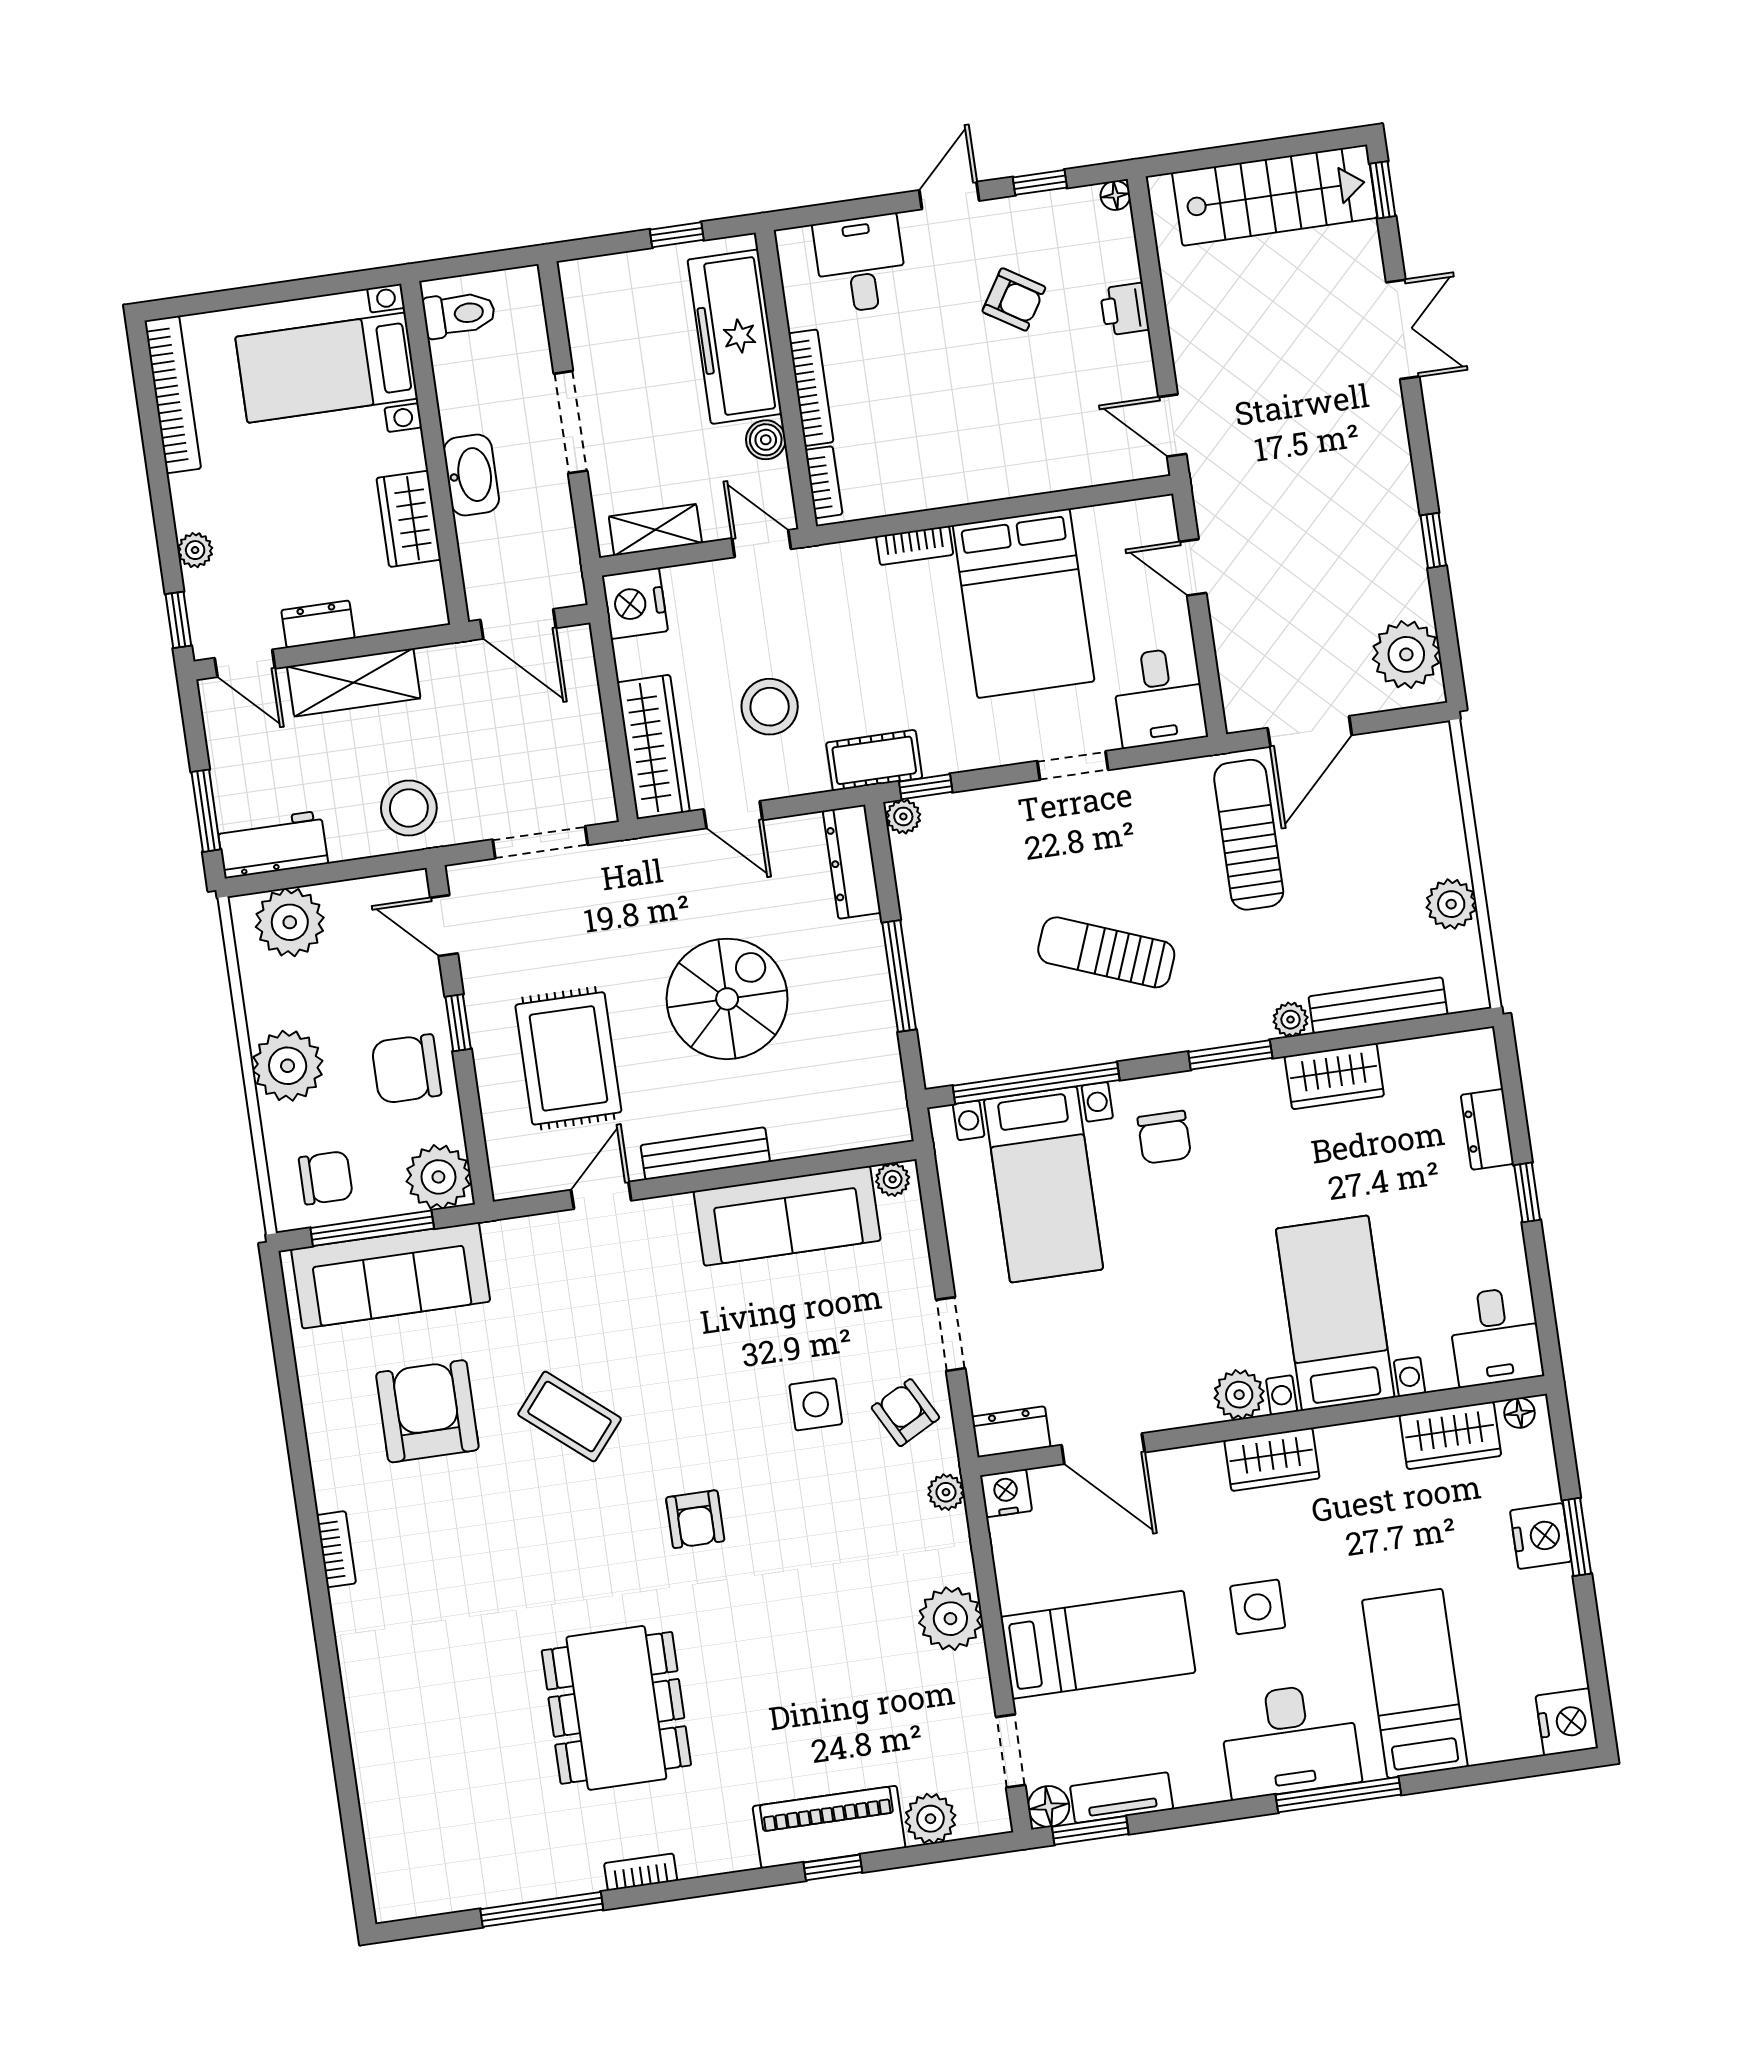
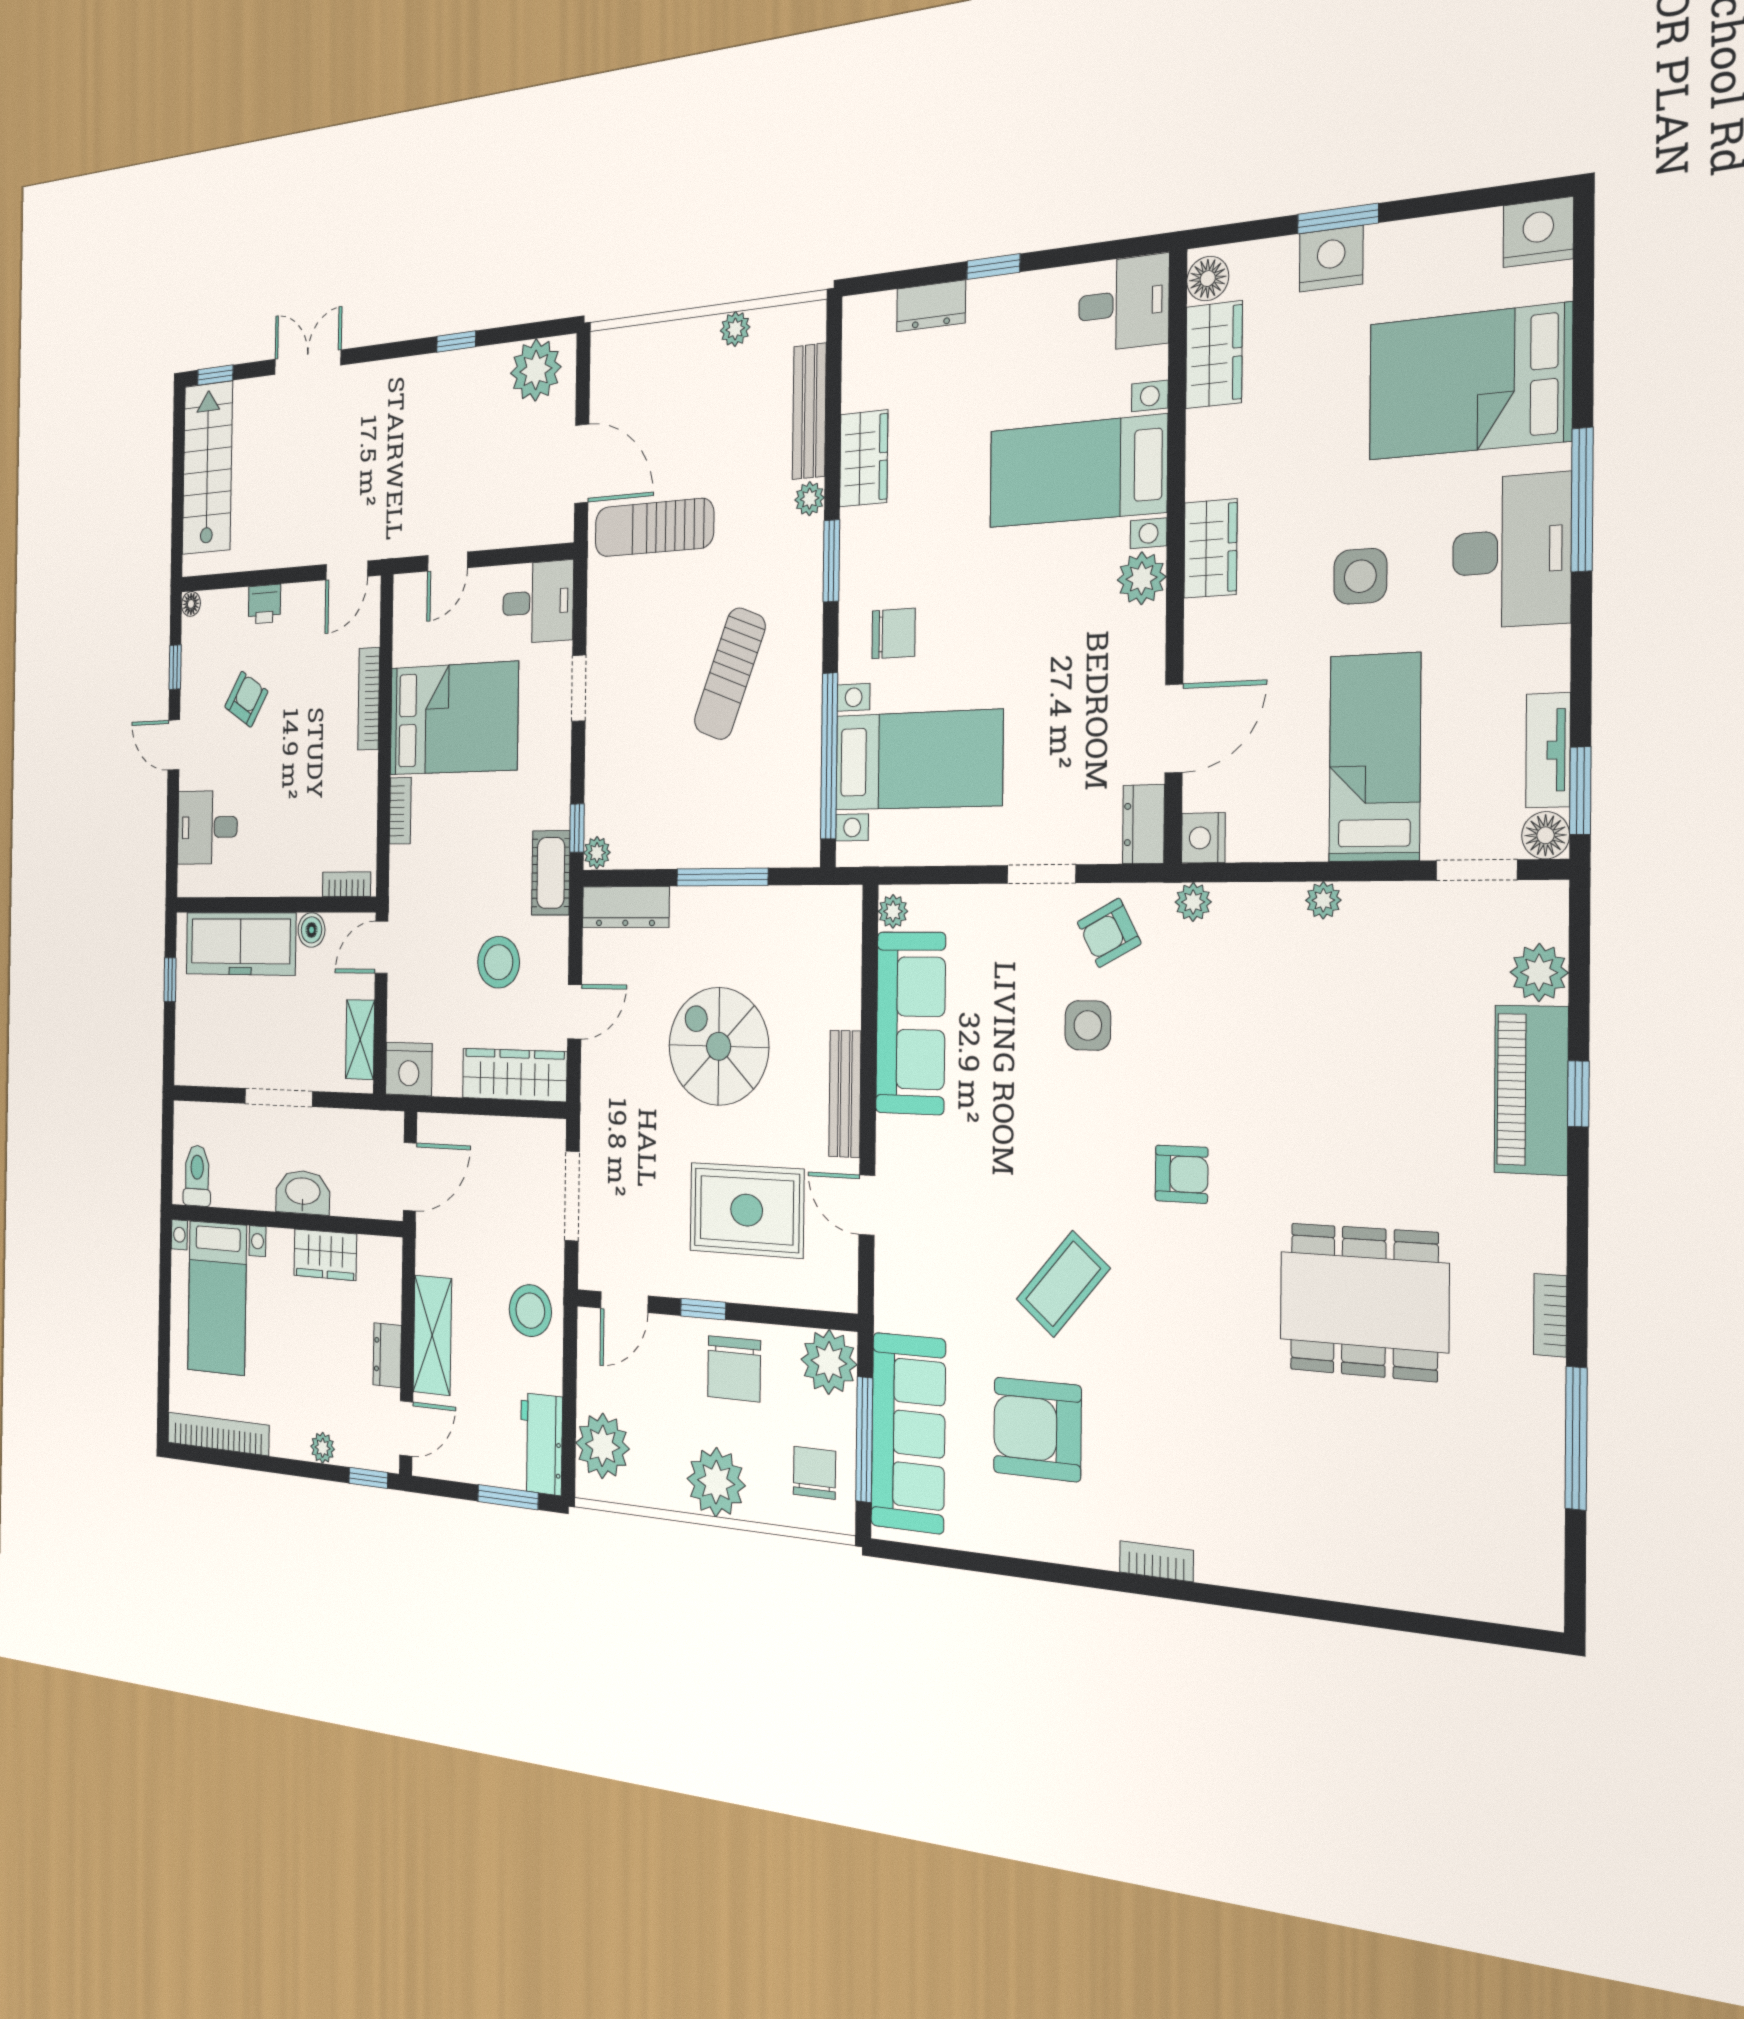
bookcase: (811, 388) -> (369, 699), moved, turned -90
plant: (1451, 904) -> (735, 329), width x0.73, depth x0.73
floor lamp: (1520, 1413) -> (1208, 279), width x1.37, depth x1.37
plant: (950, 1619) -> (1323, 900), width x0.53, depth x0.53
bed: (1415, 1683) -> (1469, 382), width x1.50

